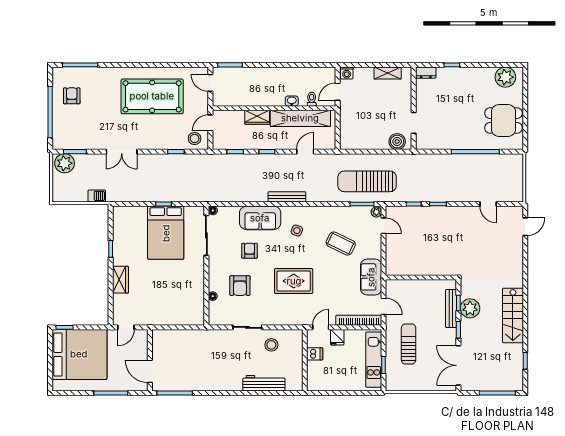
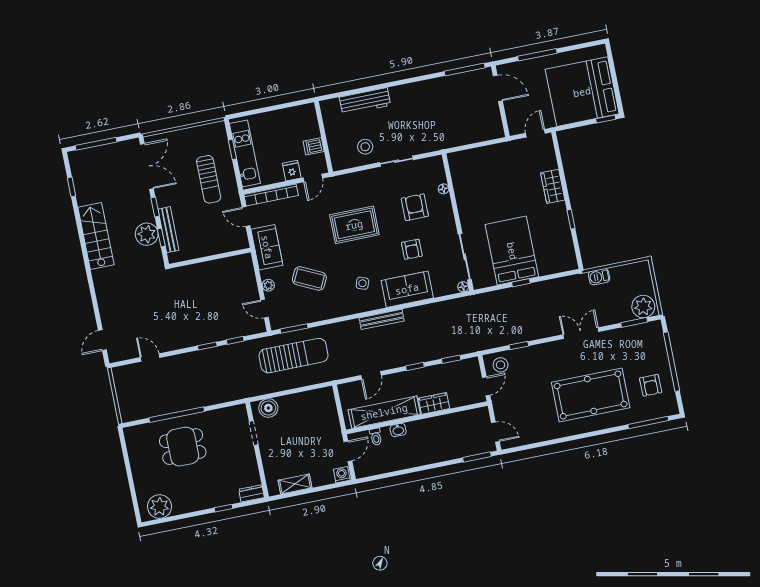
pool table: (152, 96) -> (591, 395), moved
dining table: (504, 120) -> (183, 447), moved
plant: (376, 212) -> (268, 285), moved

